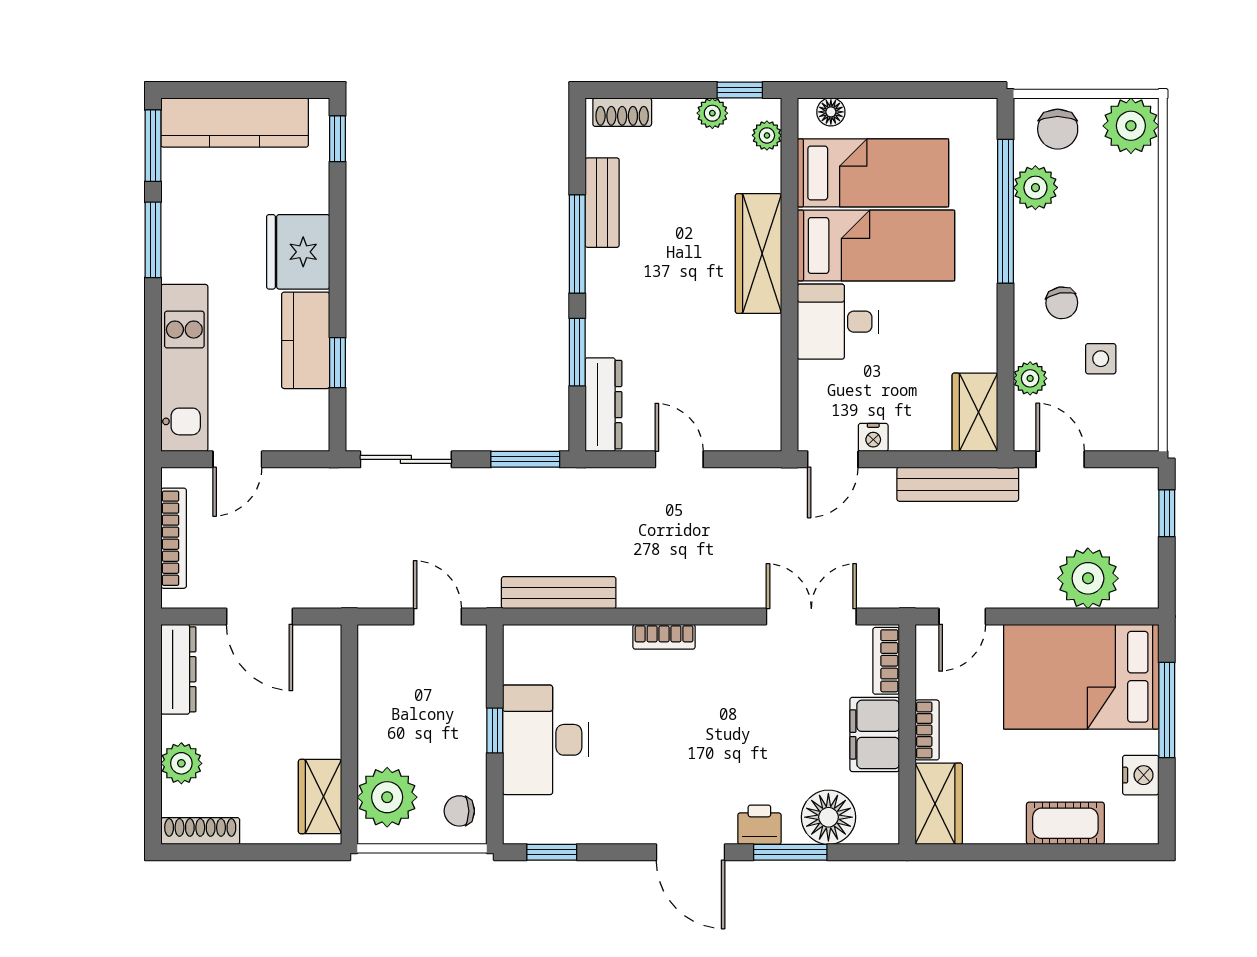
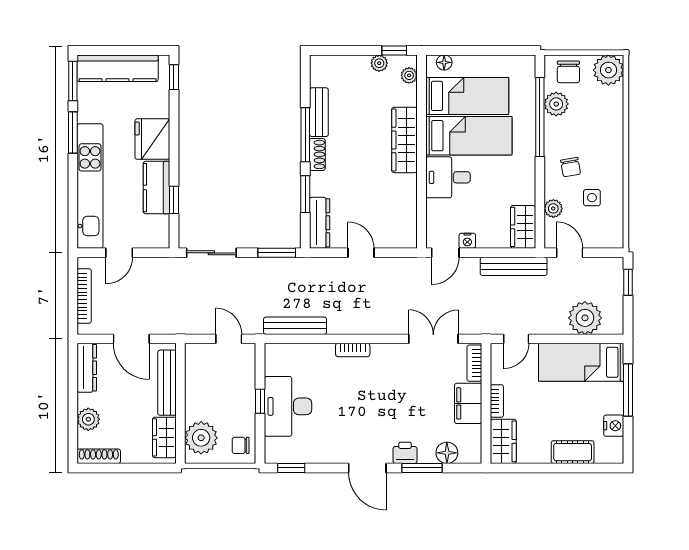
shoe rack: (622, 112) -> (317, 154), moved, turned -90
kitchen unit: (184, 368) -> (90, 186), width x1.36
bed: (1081, 677) -> (581, 362), width x0.67
bench: (325, 697) -> (167, 383), added
floor lamp: (828, 817) -> (447, 453), width x0.73, depth x0.73

